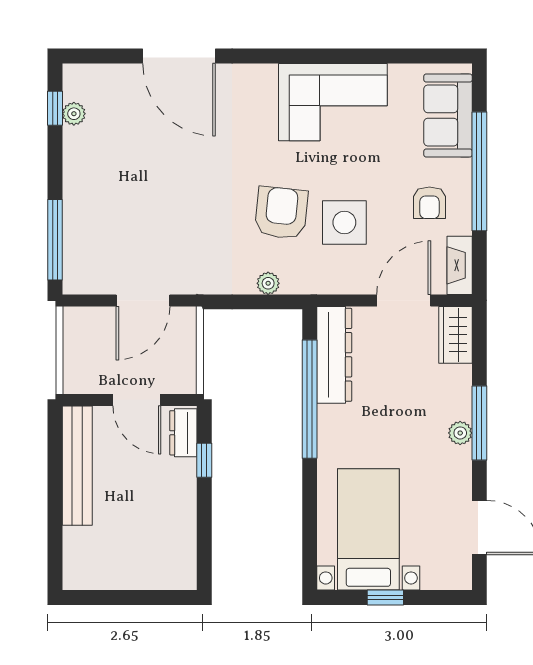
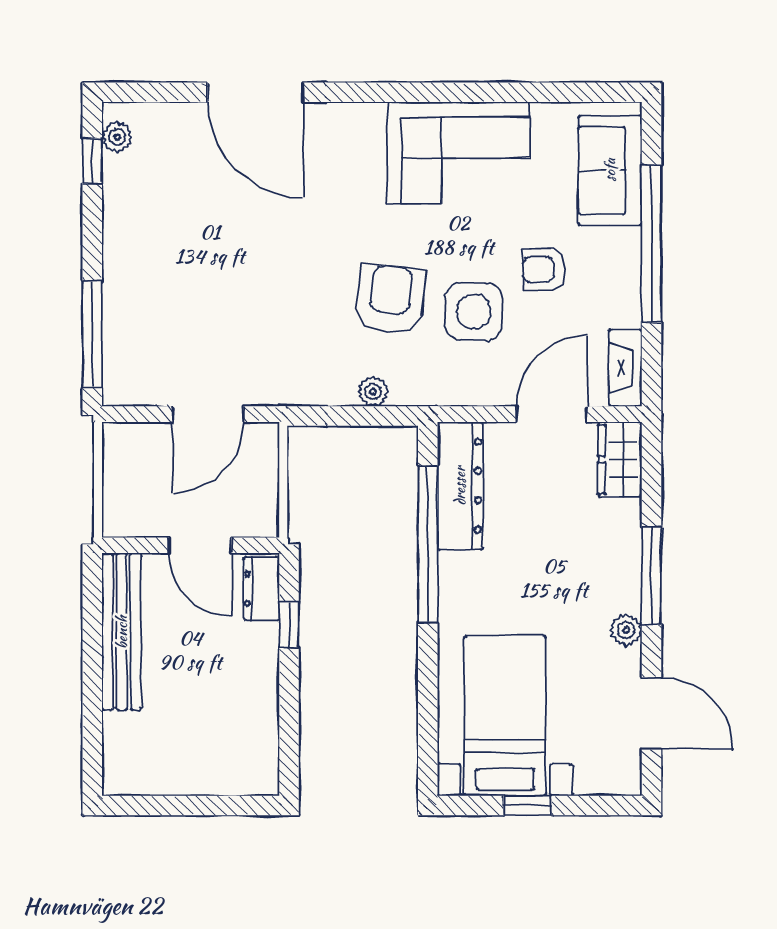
plant: (74, 114) -> (117, 137), moved
armchair: (429, 203) -> (544, 269), moved, turned 90
plant: (460, 433) -> (626, 630), moved

